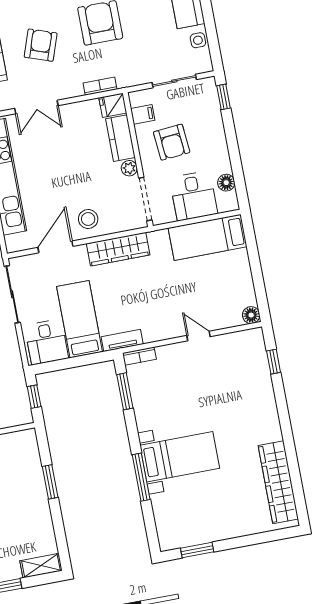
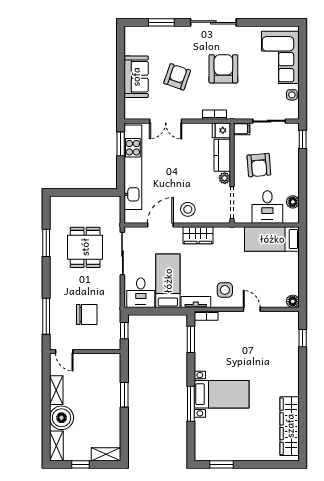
filing cabinet: (143, 114) -> (242, 129), moved
wardrobe: (118, 249) -> (198, 235), width x0.67
side table: (158, 317) -> (225, 290), added

